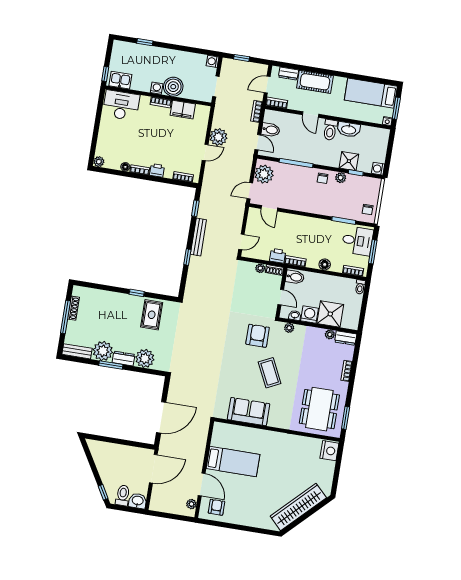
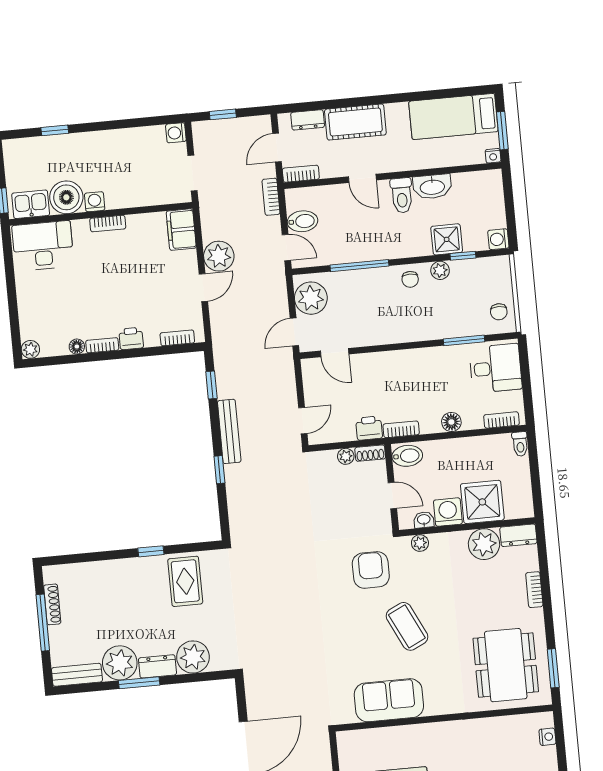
boiler: (173, 87) -> (66, 197), moved
filing cabinet: (183, 110) -> (181, 230), moved, turned 90
window: (373, 252) -> (526, 380), removed
plant: (330, 334) -> (484, 544), width x1.88, depth x1.88
nightstand: (329, 451) -> (547, 737), width x0.53, depth x0.56

